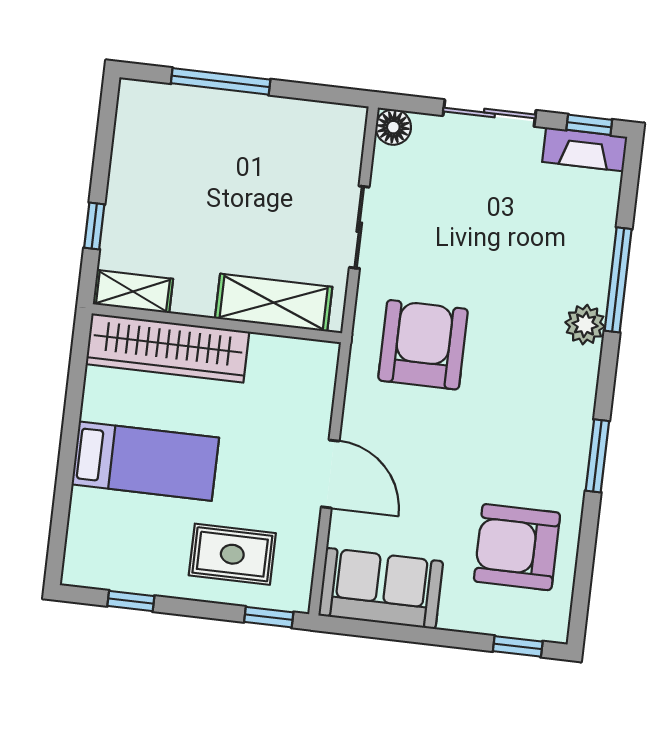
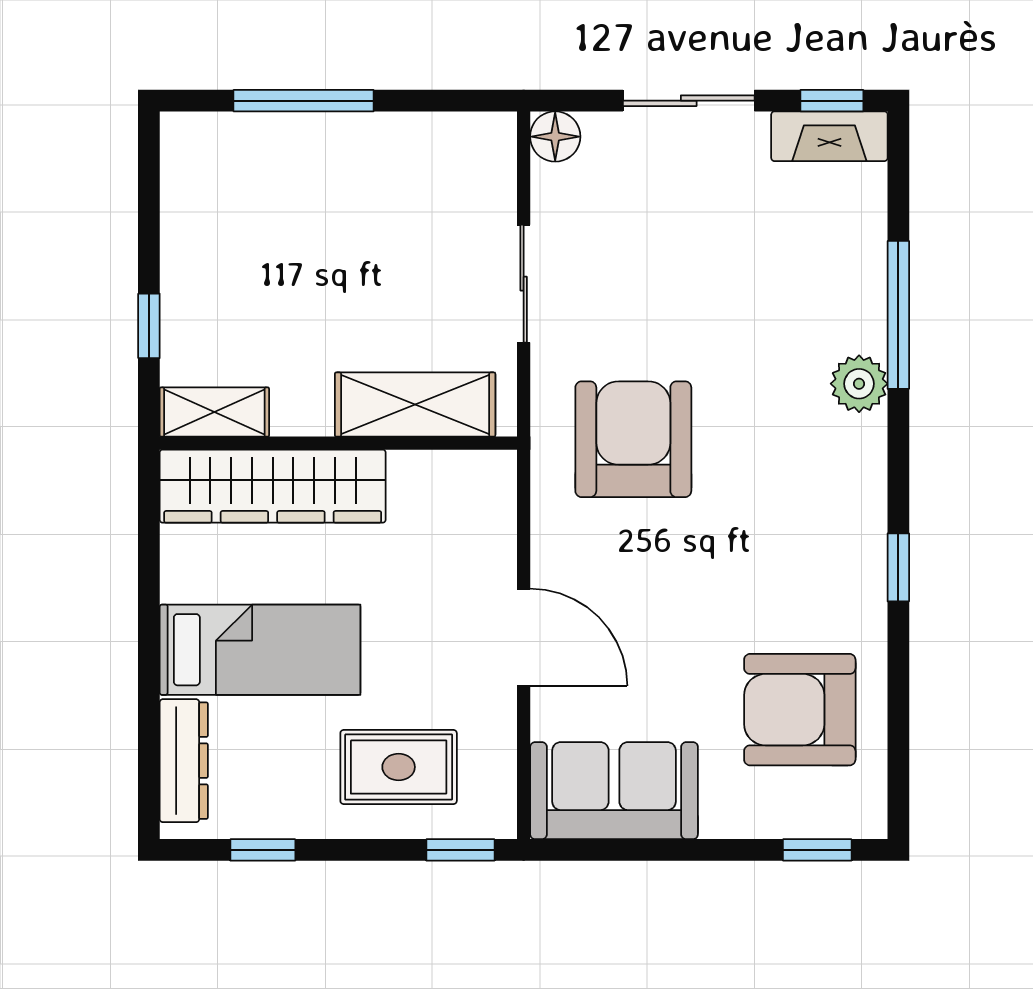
window: (597, 456) -> (898, 567), width x0.67
dresser: (83, 532) -> (184, 761), added

